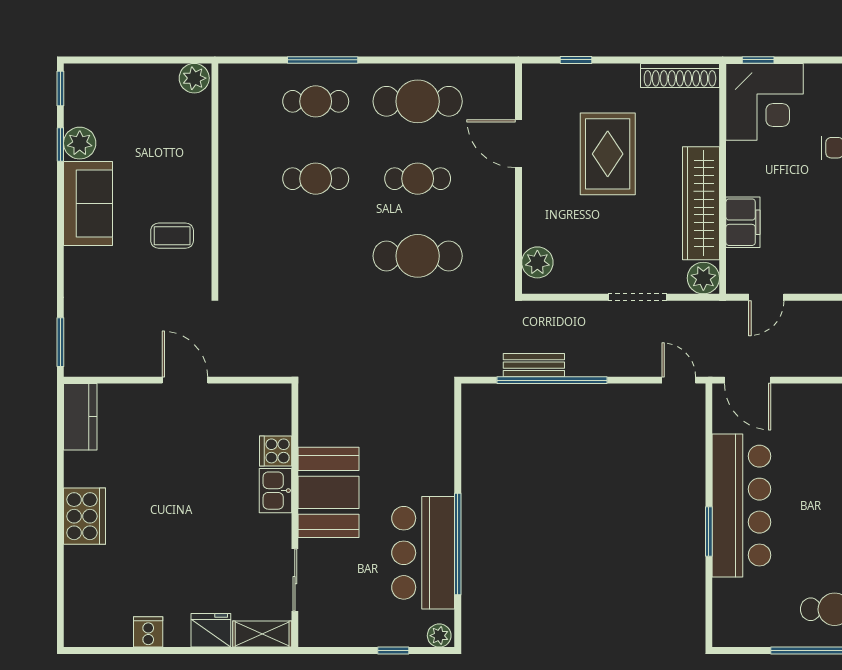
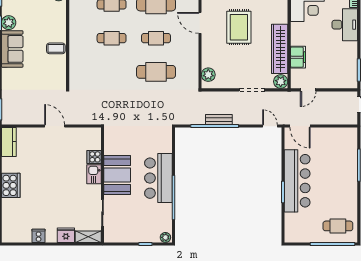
coffee table: (172, 236) -> (56, 48), moved
bench: (534, 365) -> (219, 119), moved
bar counter: (423, 553) -> (158, 178), moved

